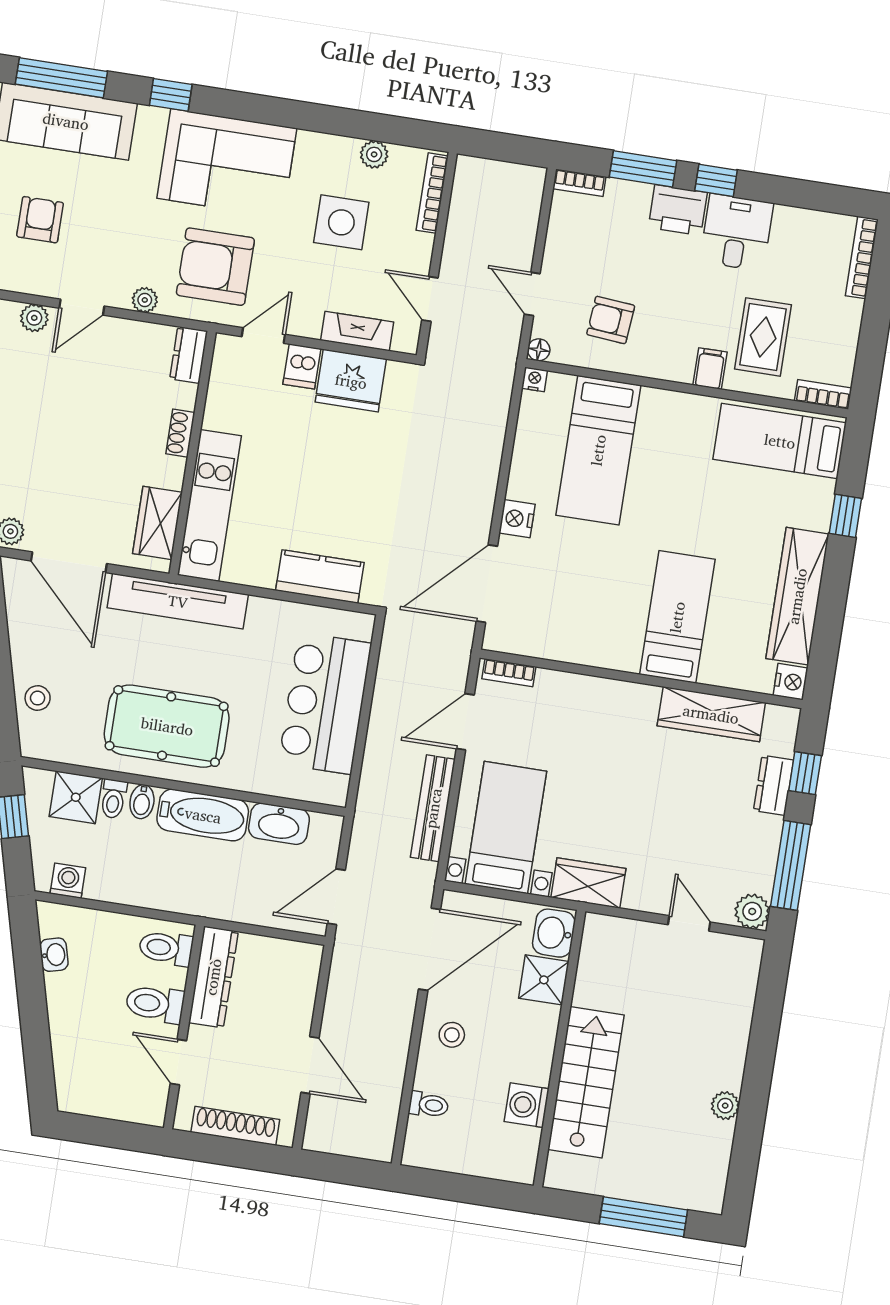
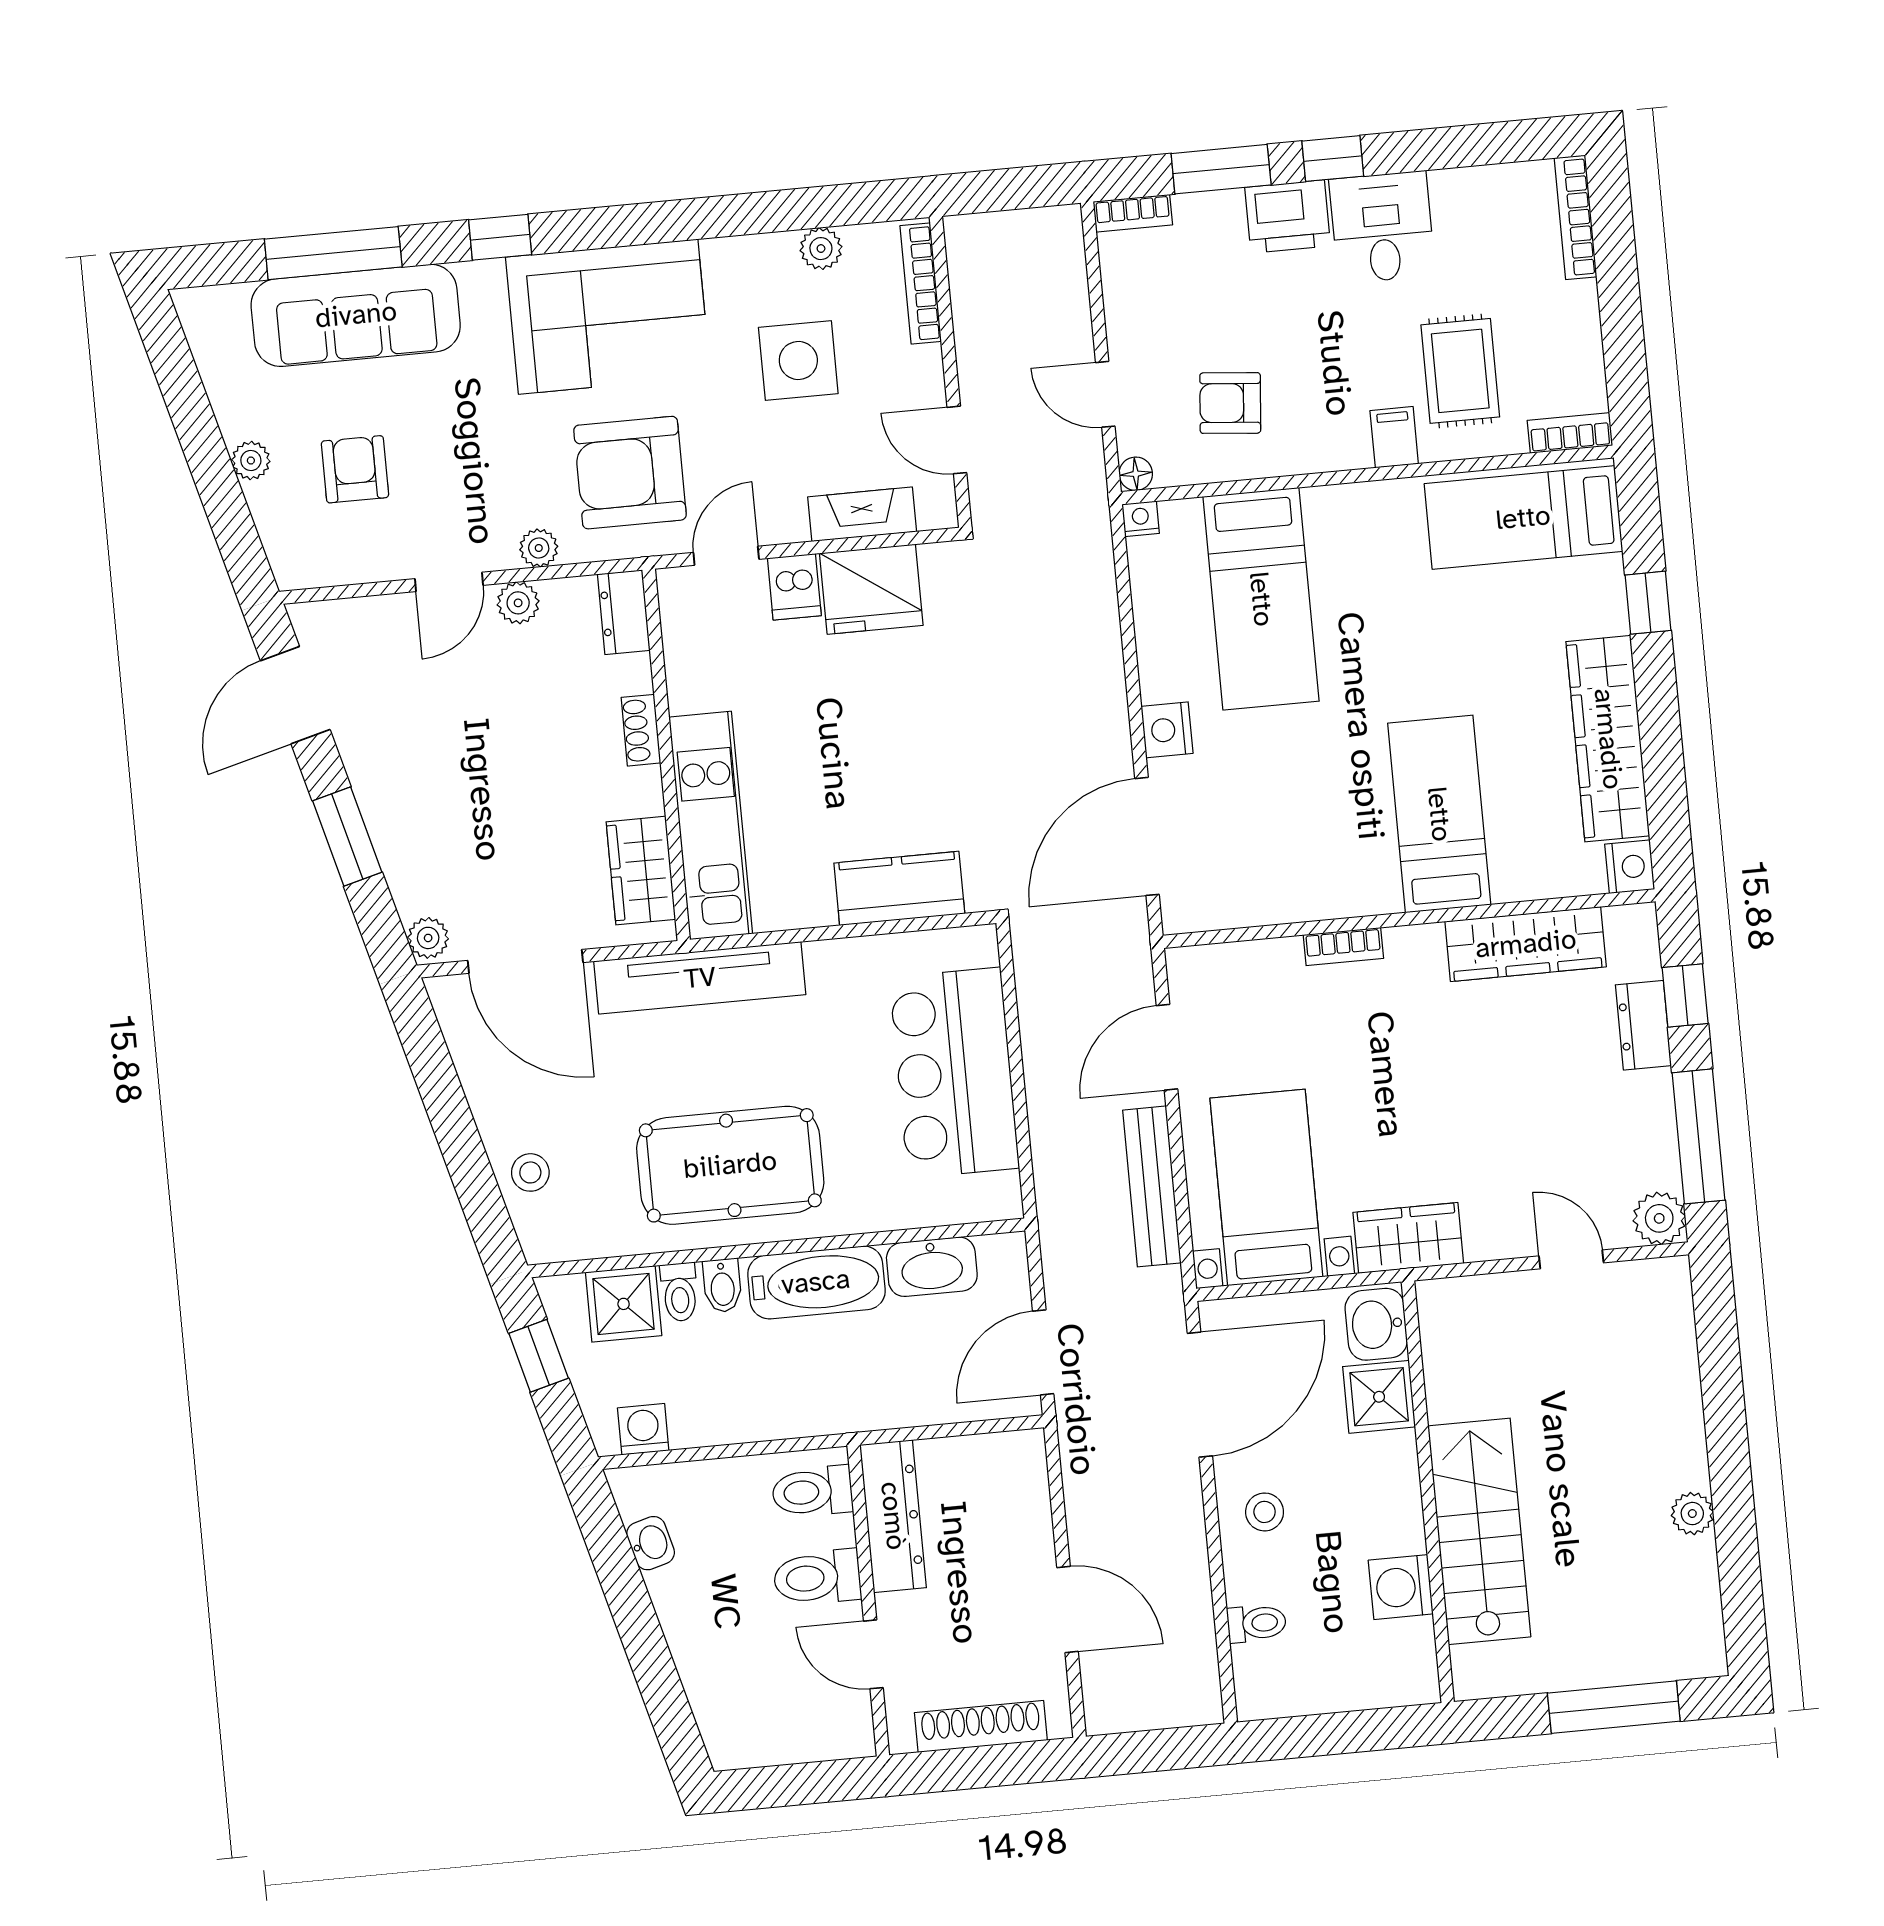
plant: (34, 318) -> (518, 603), moved
bookcase: (509, 673) -> (1343, 947), moved

